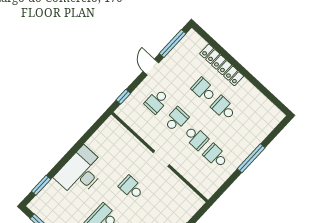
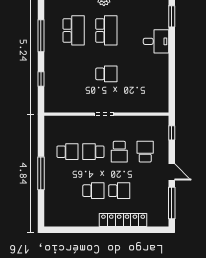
desk: (81, 172) -> (156, 41), width x0.53, depth x0.77

